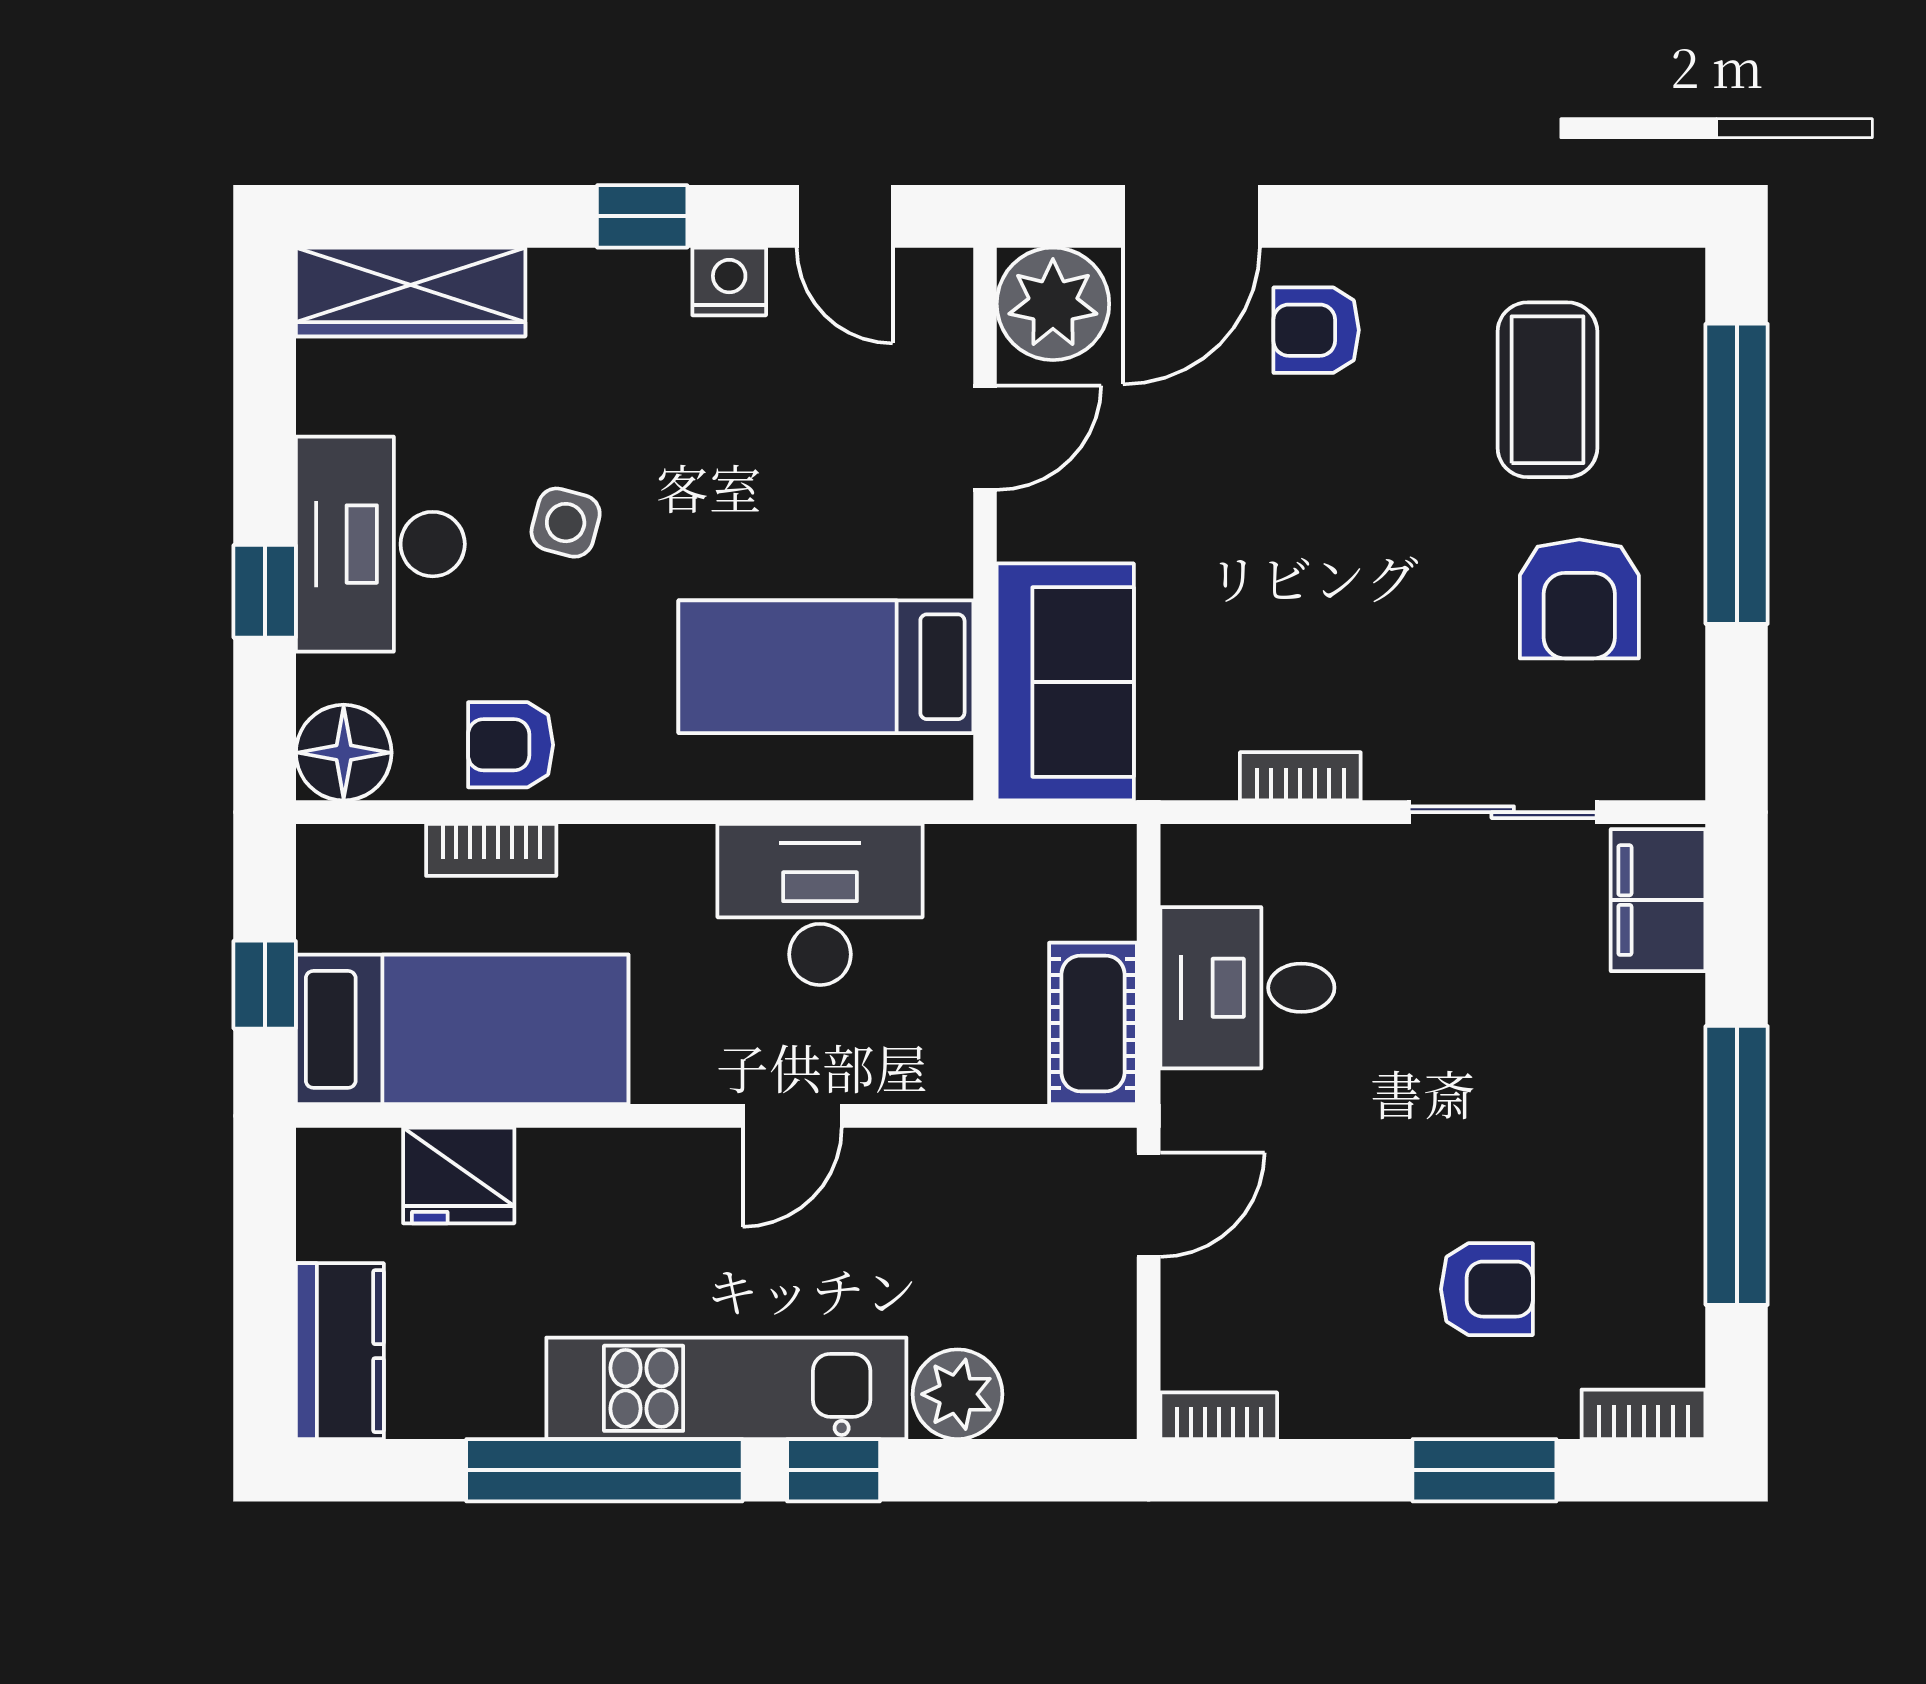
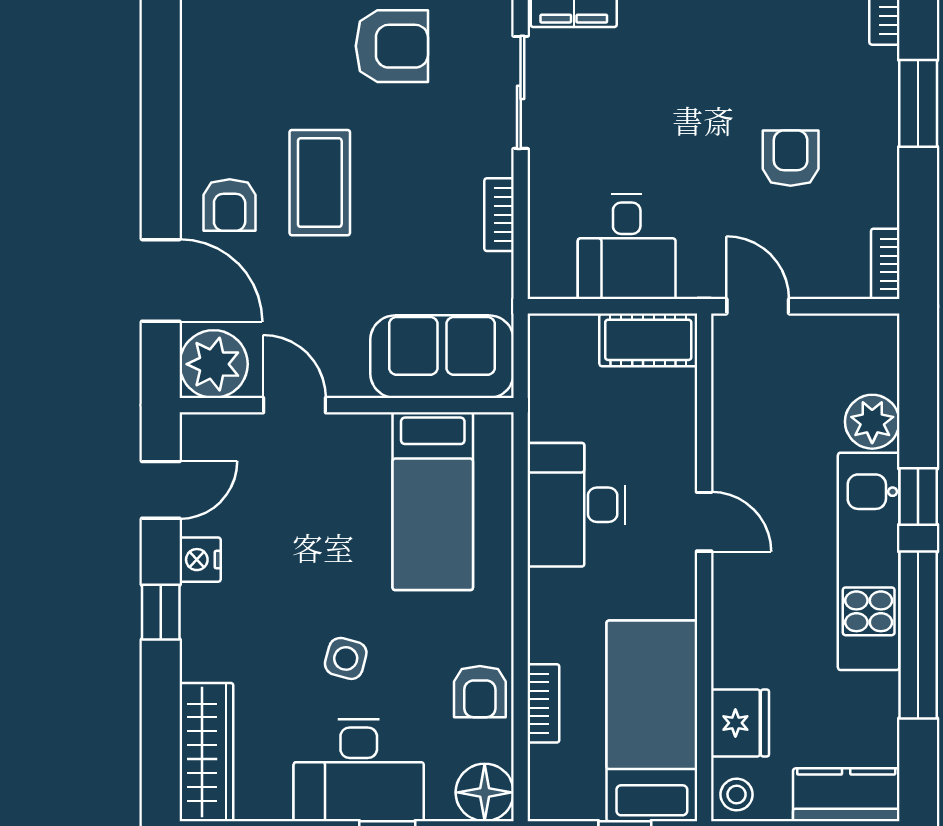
coffee table: (1547, 390) -> (320, 183), moved, turned 90
stool: (340, 1170) -> (737, 794), added
armchair: (1487, 1289) -> (791, 158), moved

